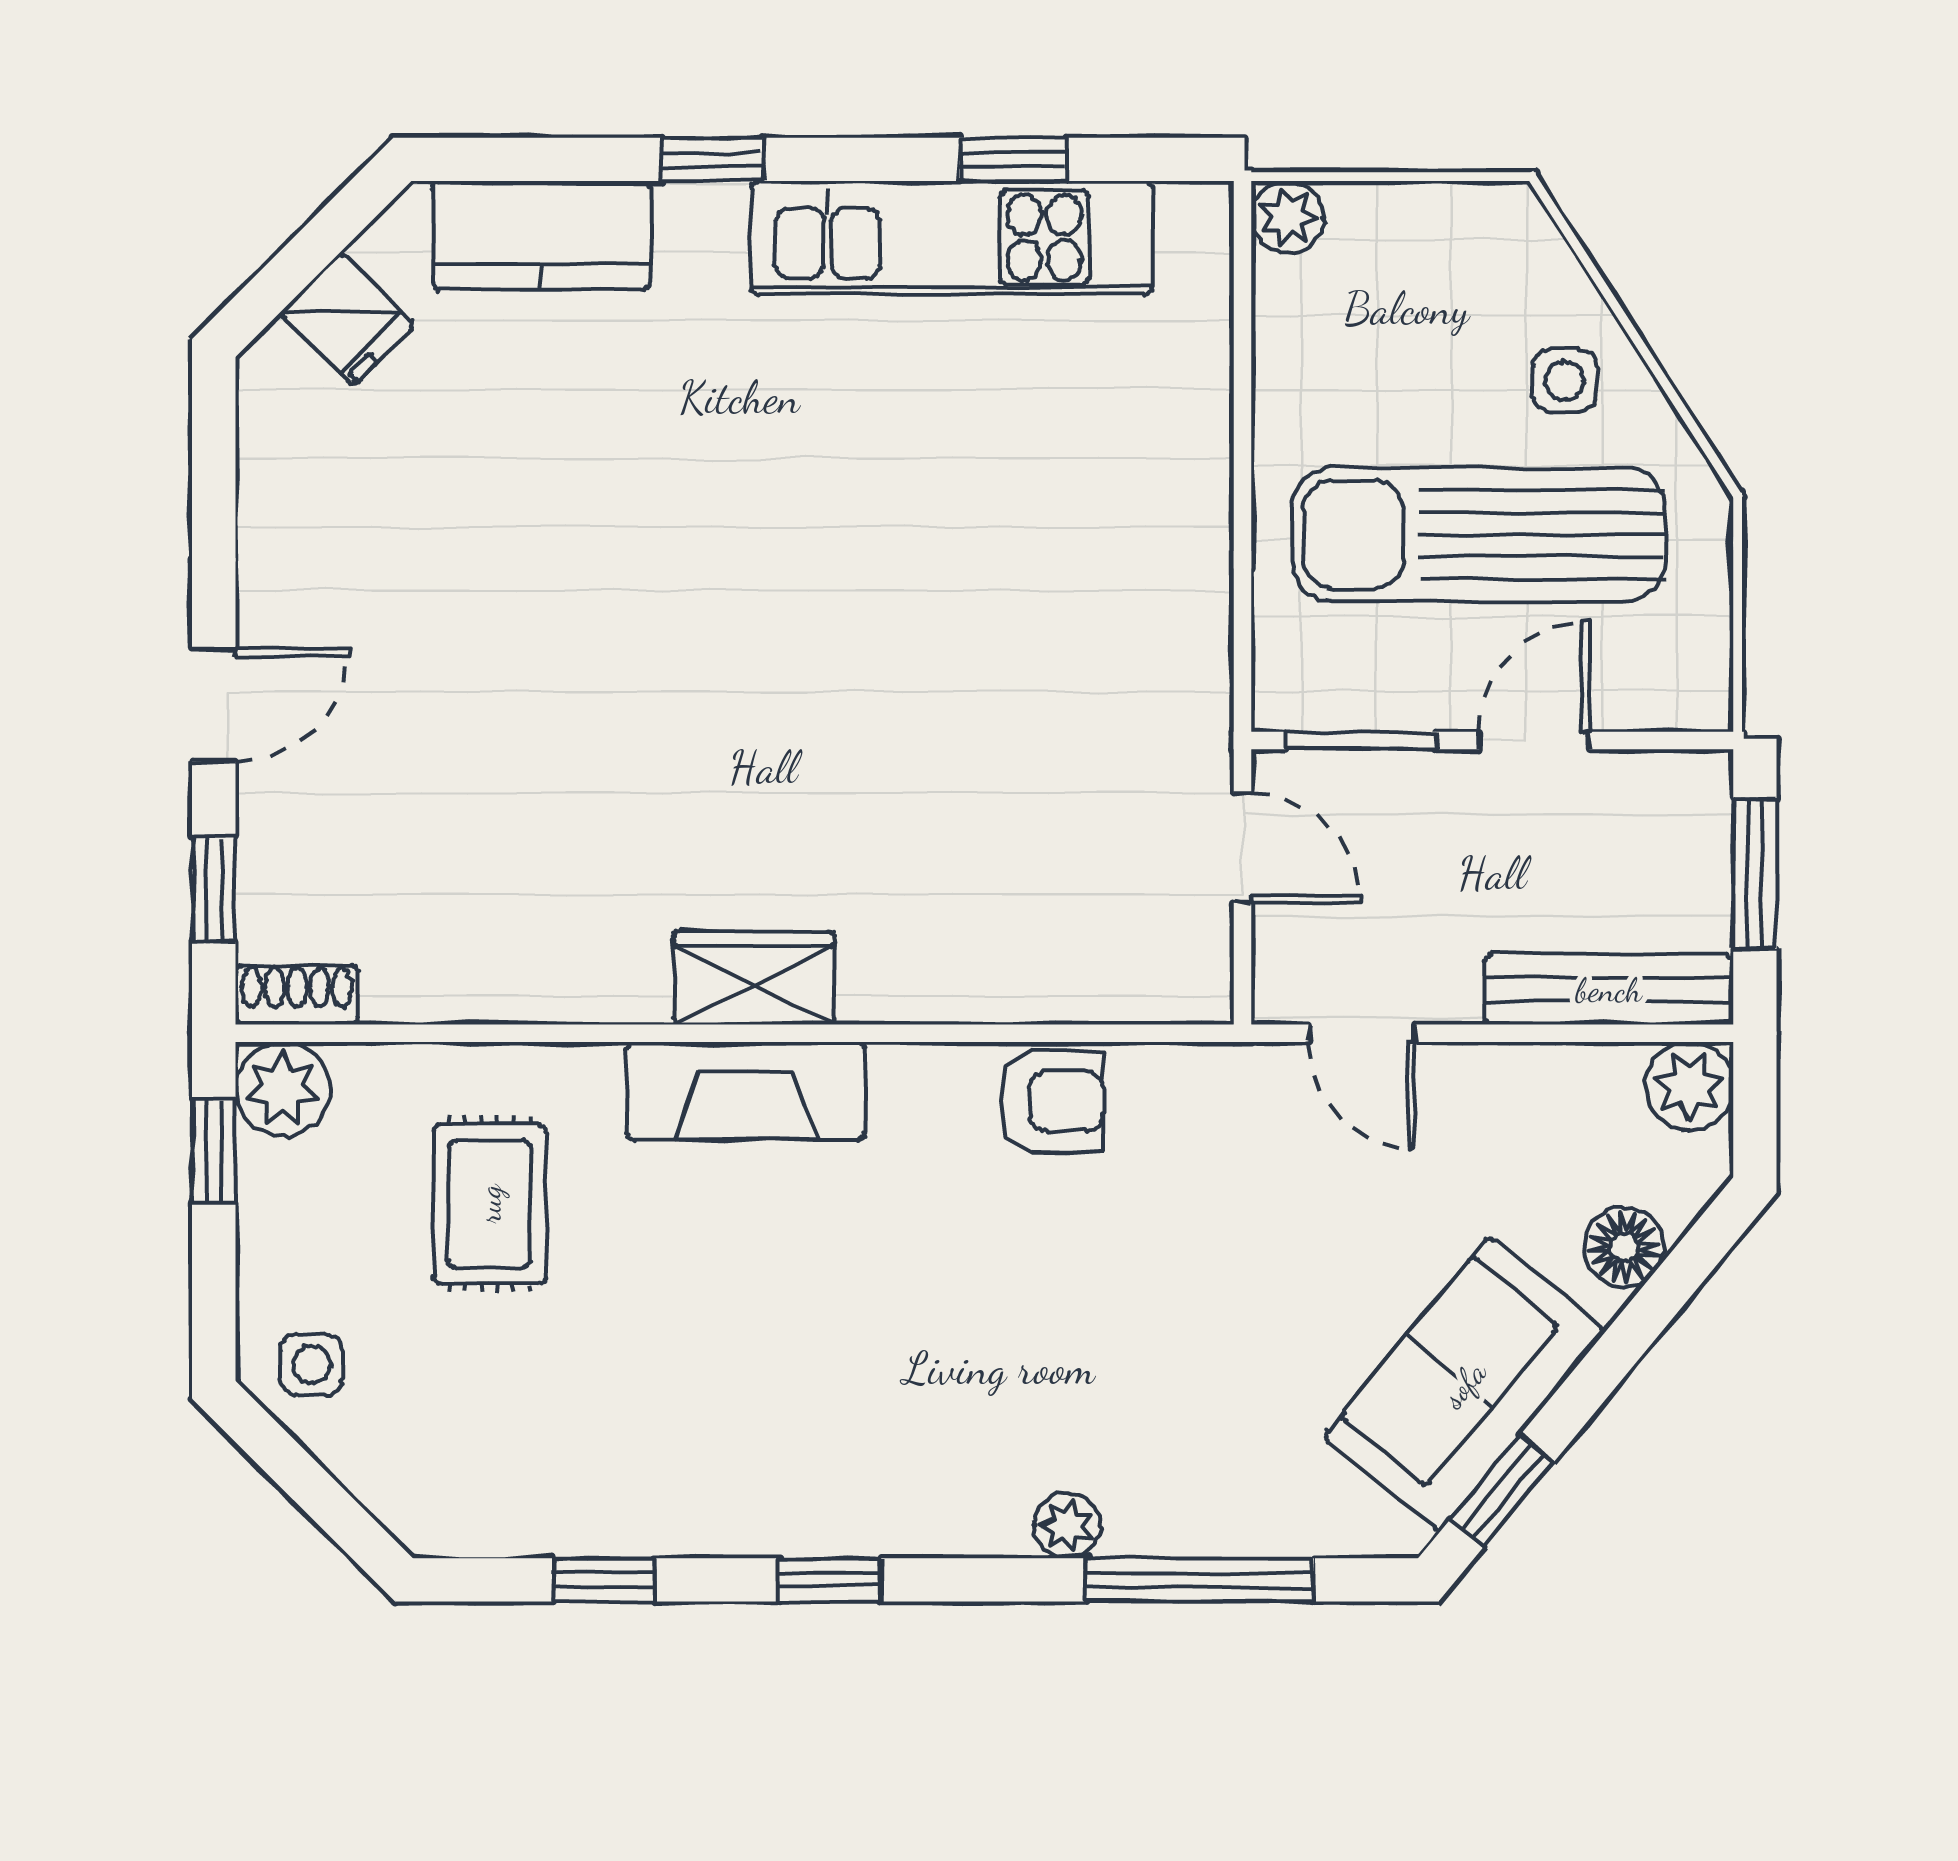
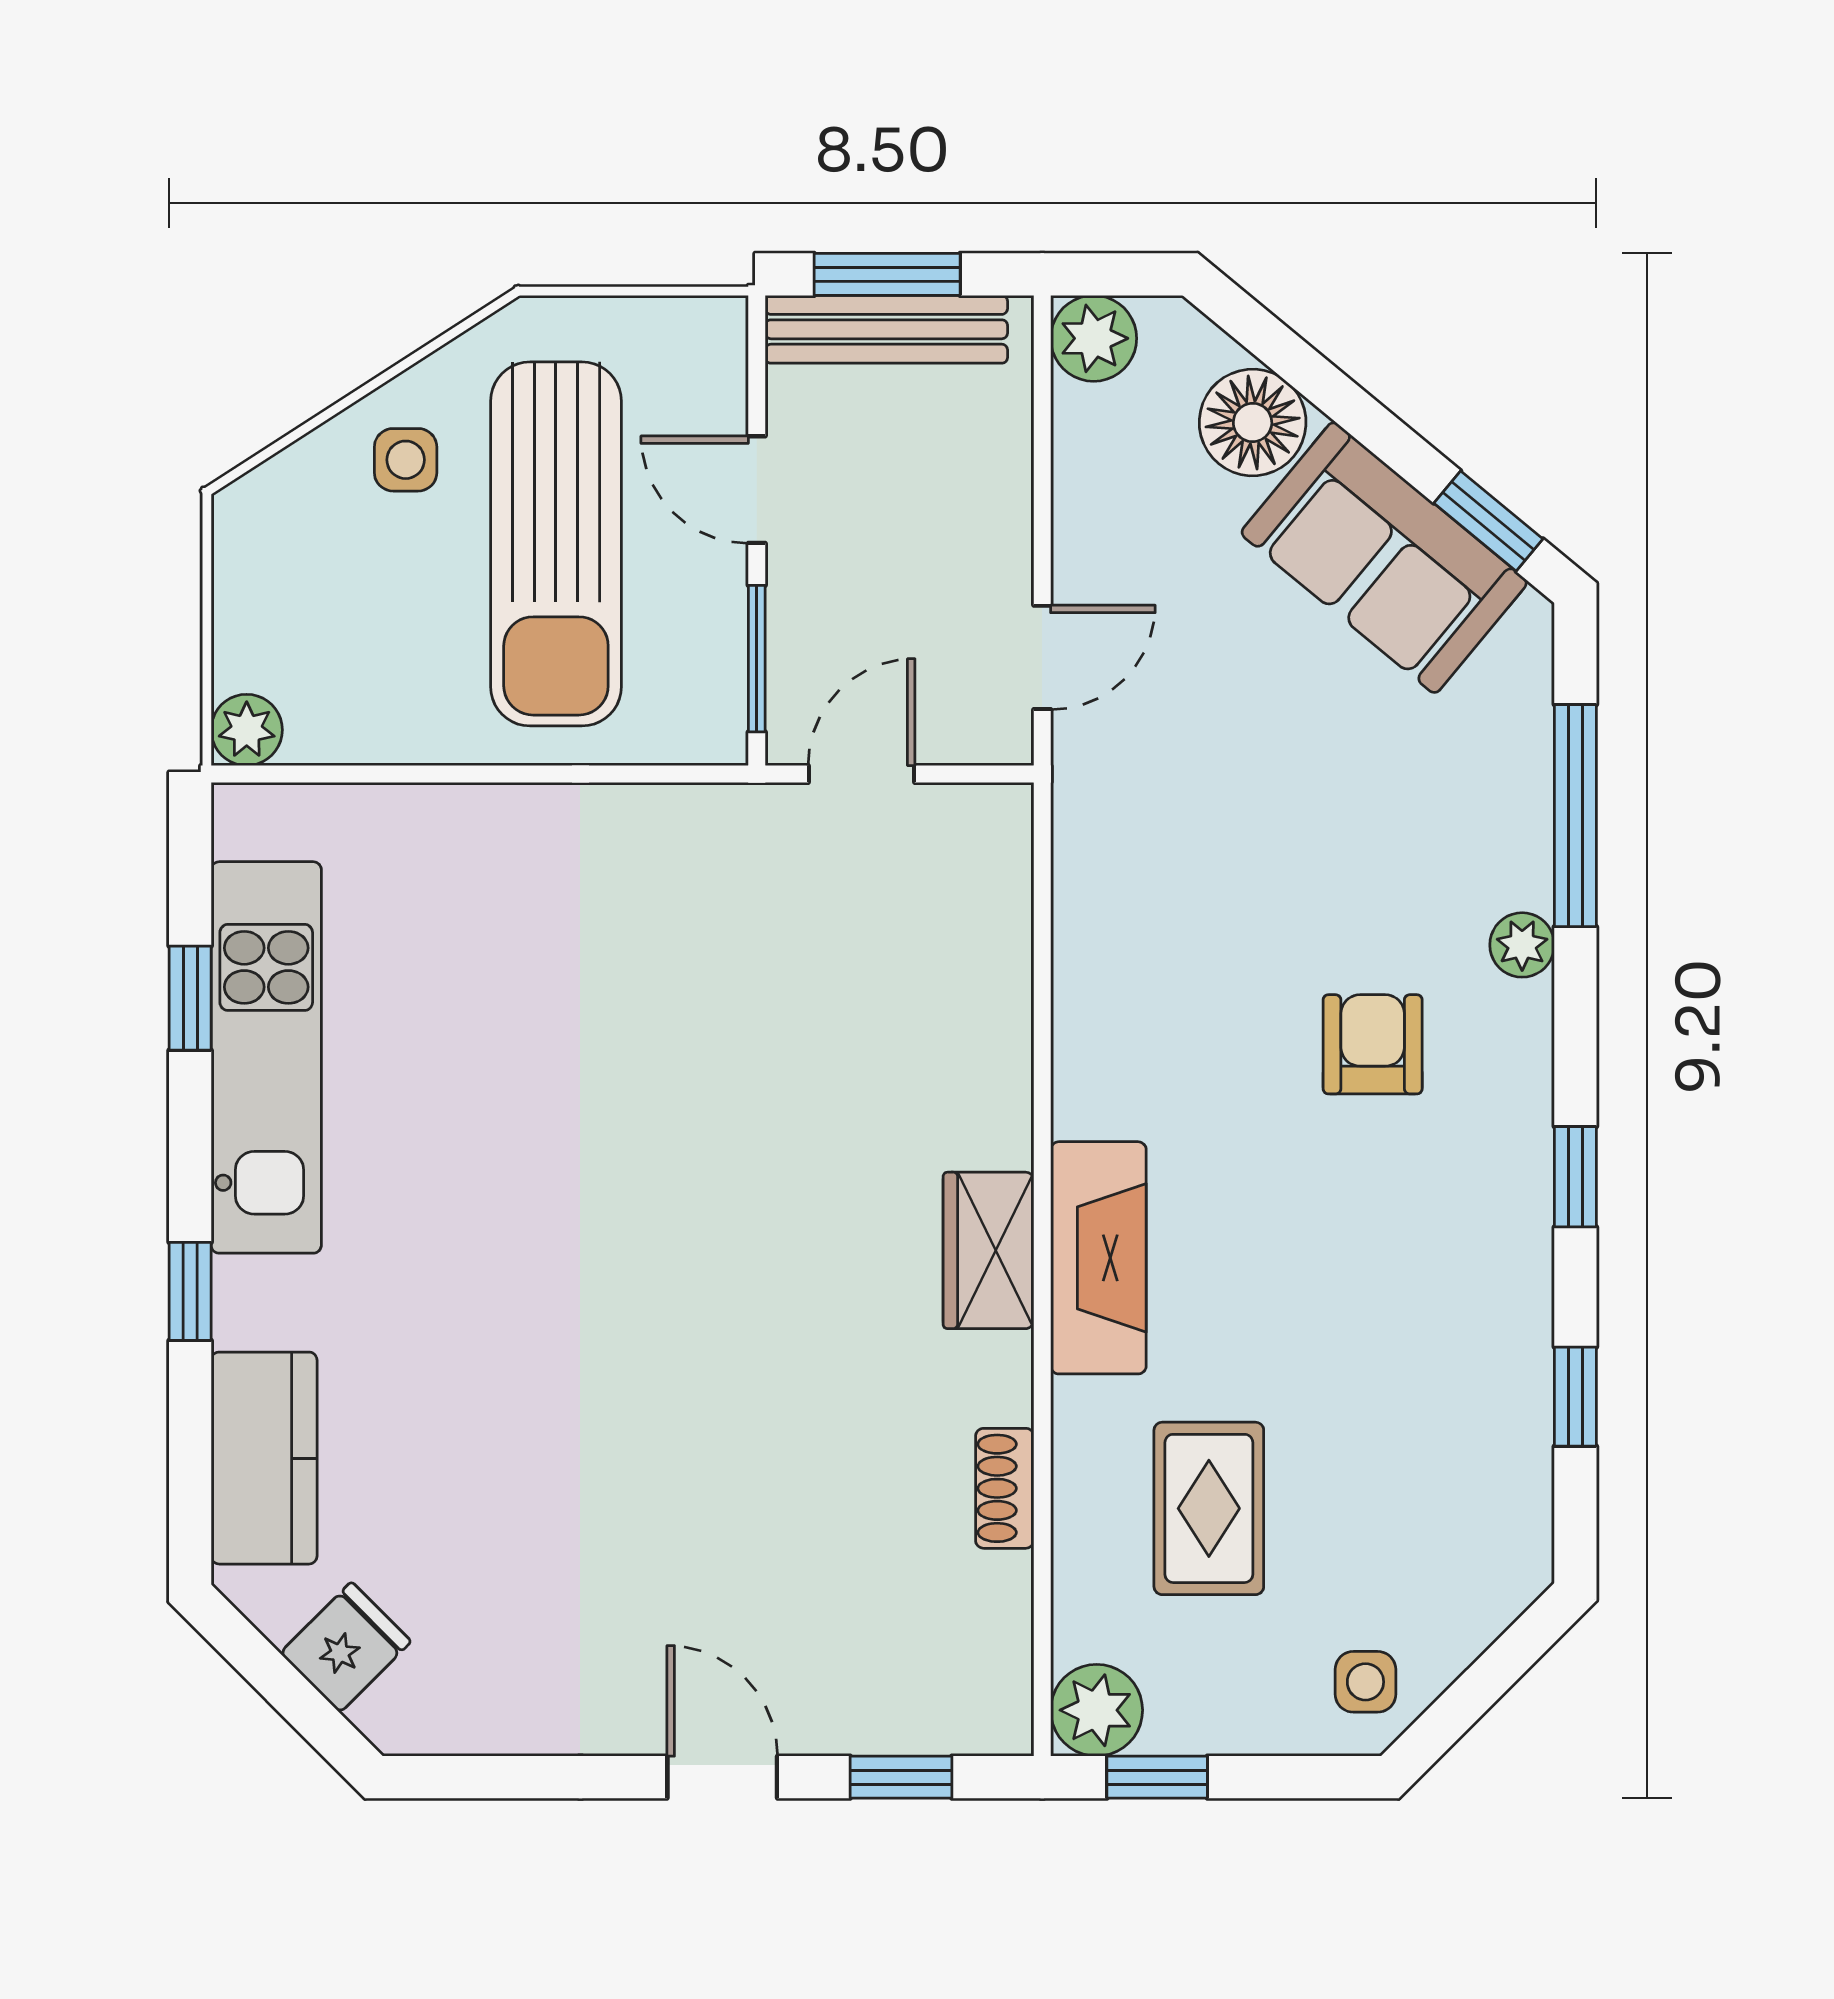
bench: (1609, 990) -> (886, 329), moved, turned 90
shoe rack: (297, 995) -> (1005, 1488), moved
armchair: (1052, 1101) -> (1373, 1044), moved
rug: (489, 1204) -> (1209, 1508), turned 90
floor lamp: (1624, 1247) -> (1253, 422), width x1.38, depth x1.38

